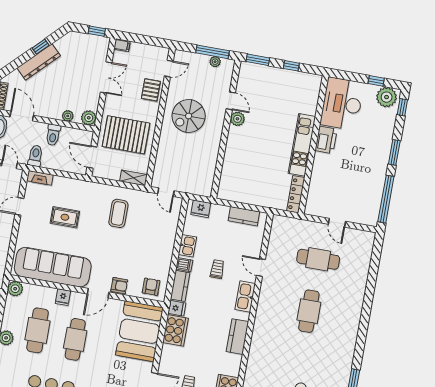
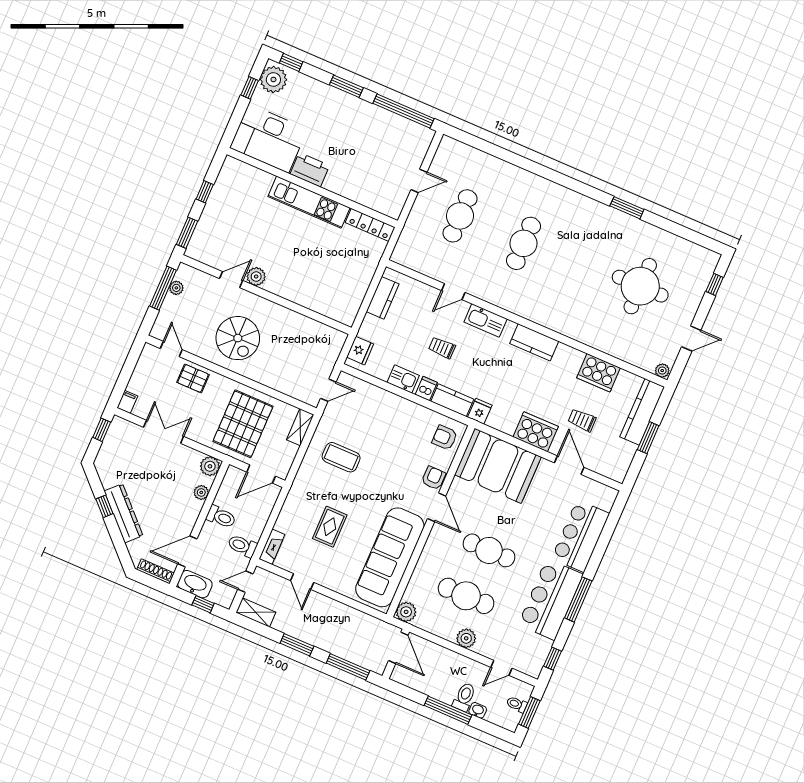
fridge: (63, 297) -> (431, 553), removed
cafe table: (309, 311) -> (523, 243), turned 90
cooker: (175, 330) -> (536, 432), moved

